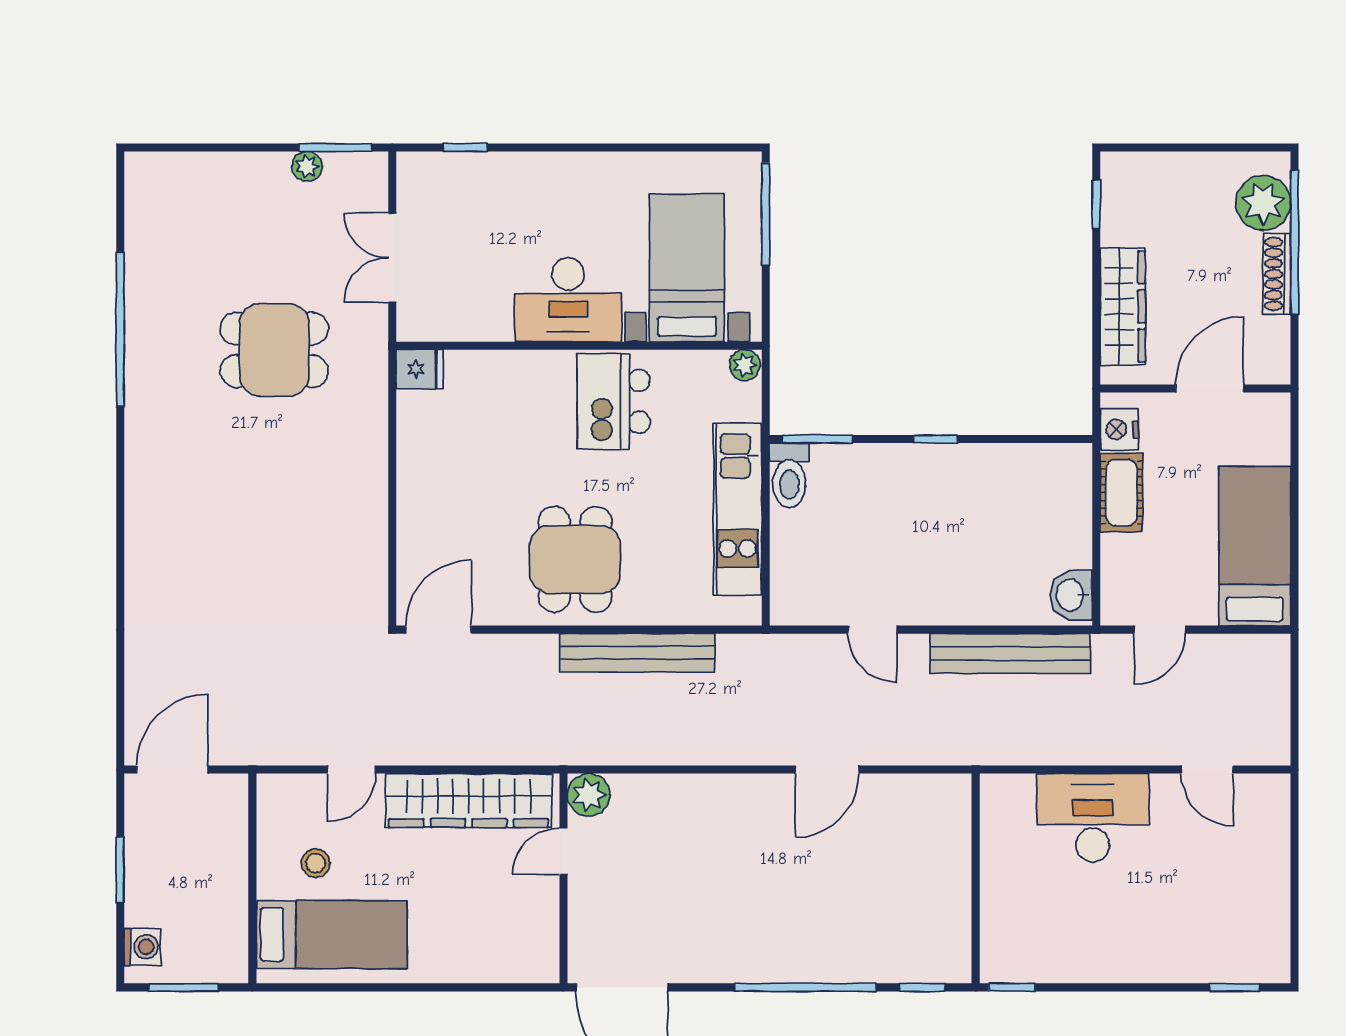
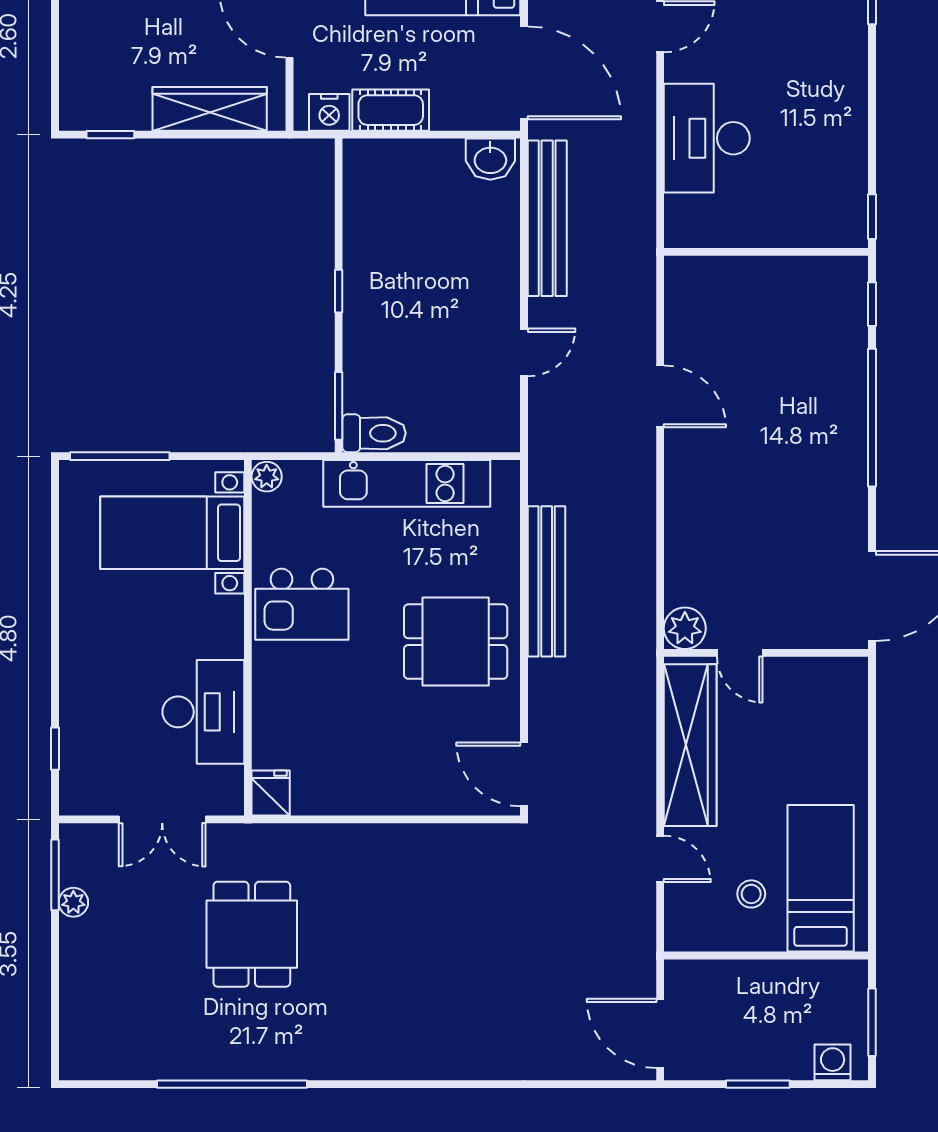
desk: (568, 300) -> (203, 712), moved
door: (1160, 630) -> (524, 73), width x1.87

